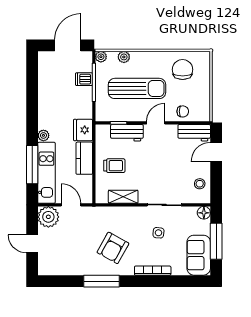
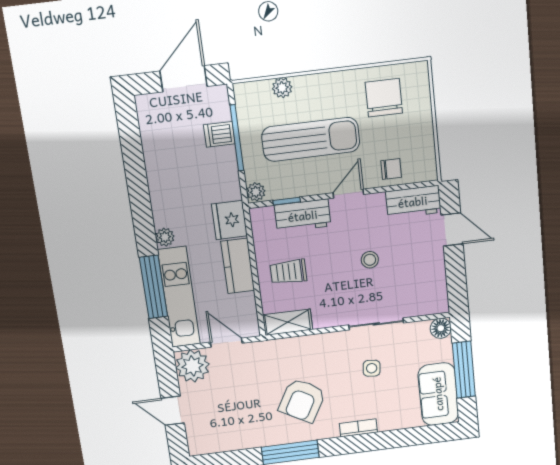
plant: (101, 57) -> (256, 192), moved
door: (216, 152) -> (452, 229), swing flipped
trolley: (114, 166) -> (288, 272), turned 180
stool: (200, 184) -> (370, 260), moved
shelving: (123, 197) -> (288, 322), moved
bookcase: (153, 271) -> (358, 428), width x0.64

